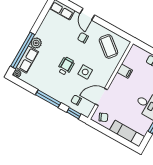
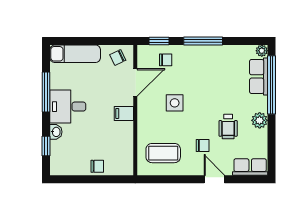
plant: (36, 43) -> (260, 120), moved
coffee table: (108, 46) -> (163, 153), turned -39
wheelchair: (66, 66) -> (228, 126), moved
filing cabinet: (125, 71) -> (124, 113), moved

